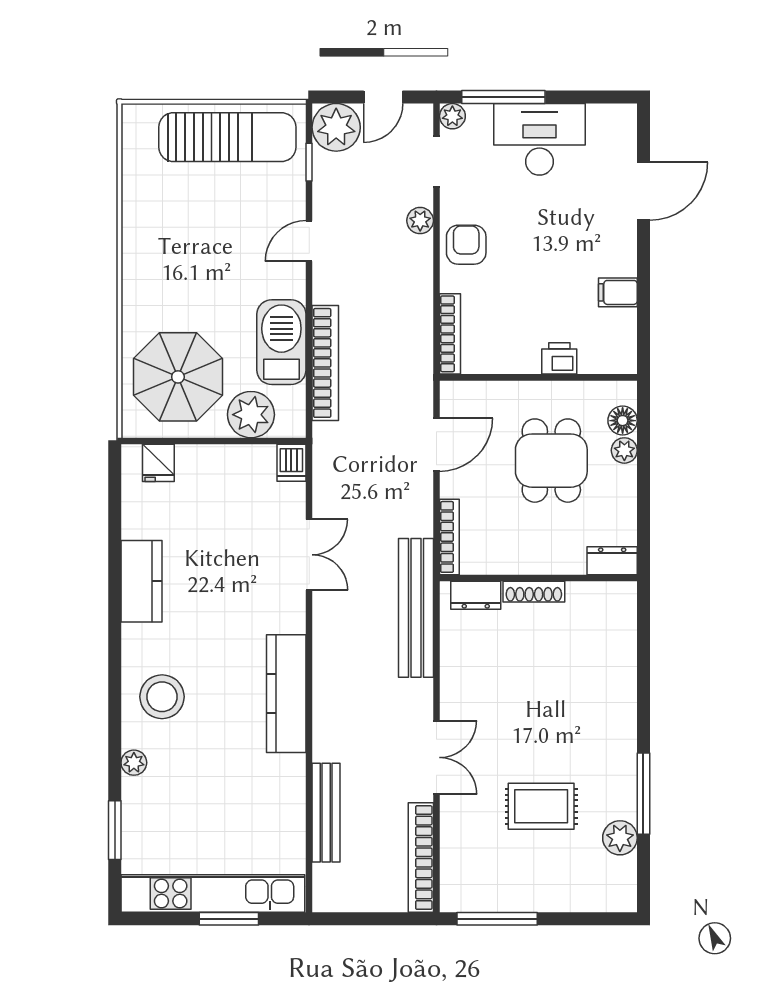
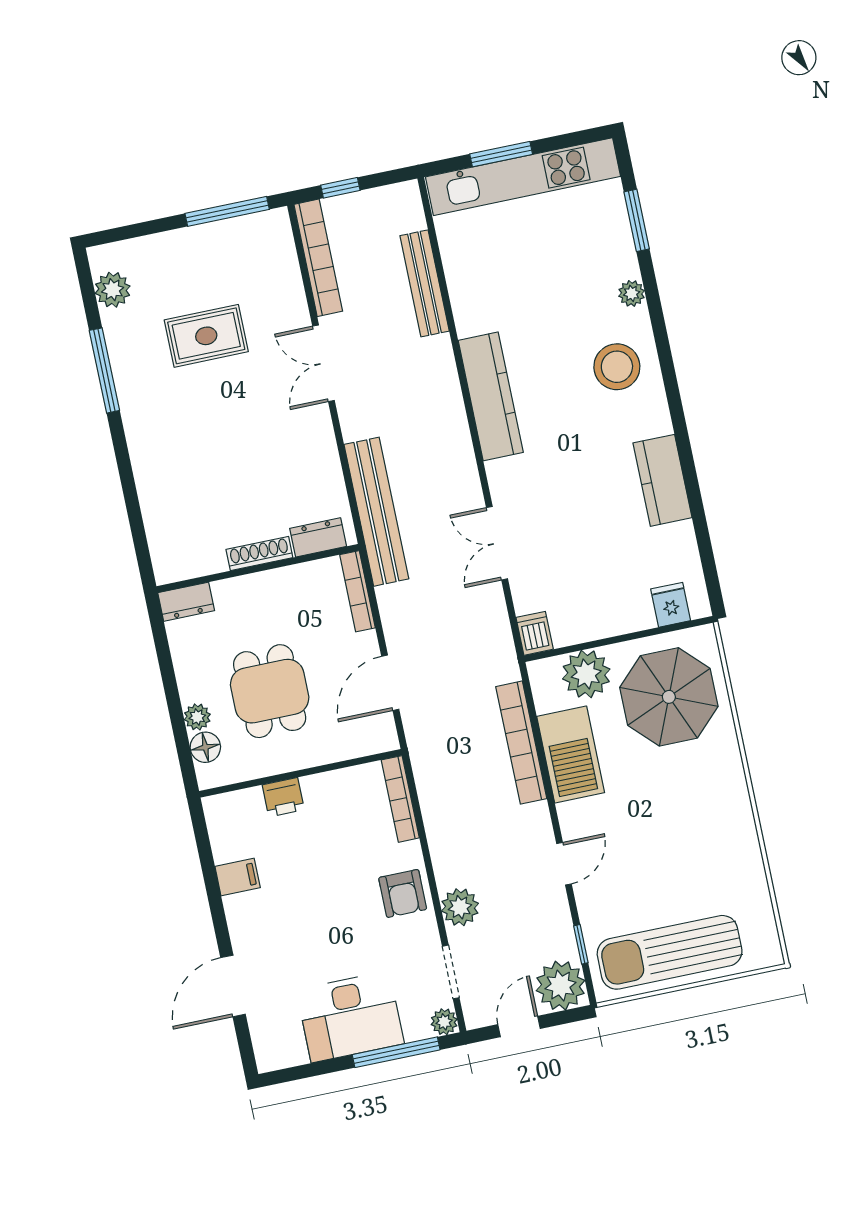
plant: (420, 221) -> (460, 907), width x1.38, depth x1.38
plant: (620, 838) -> (113, 290), moved
window: (386, 919) -> (340, 188), added

